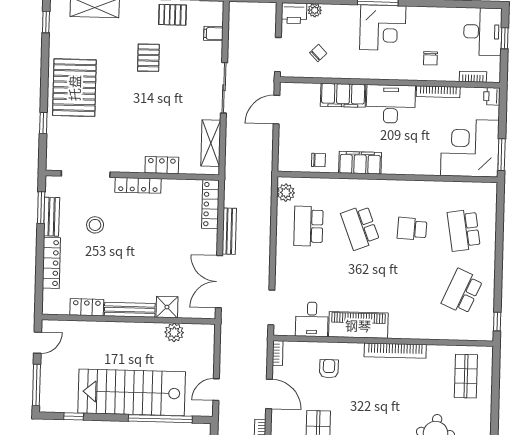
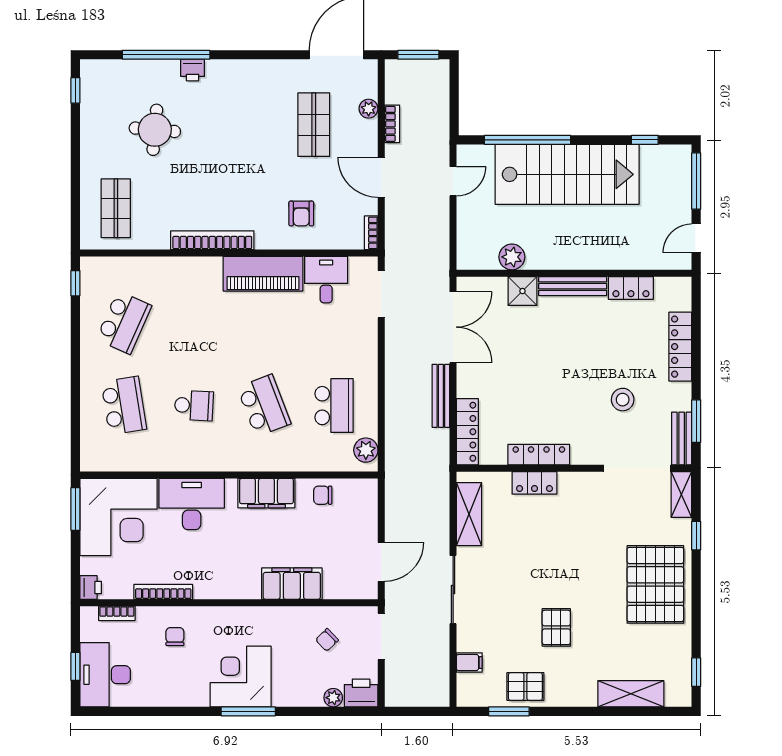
desk: (391, 104) -> (192, 504), moved, turned 180
shelving: (53, 154) -> (681, 494), added
locker: (138, 185) -> (539, 455), moved
bench: (52, 217) -> (682, 439), moved

